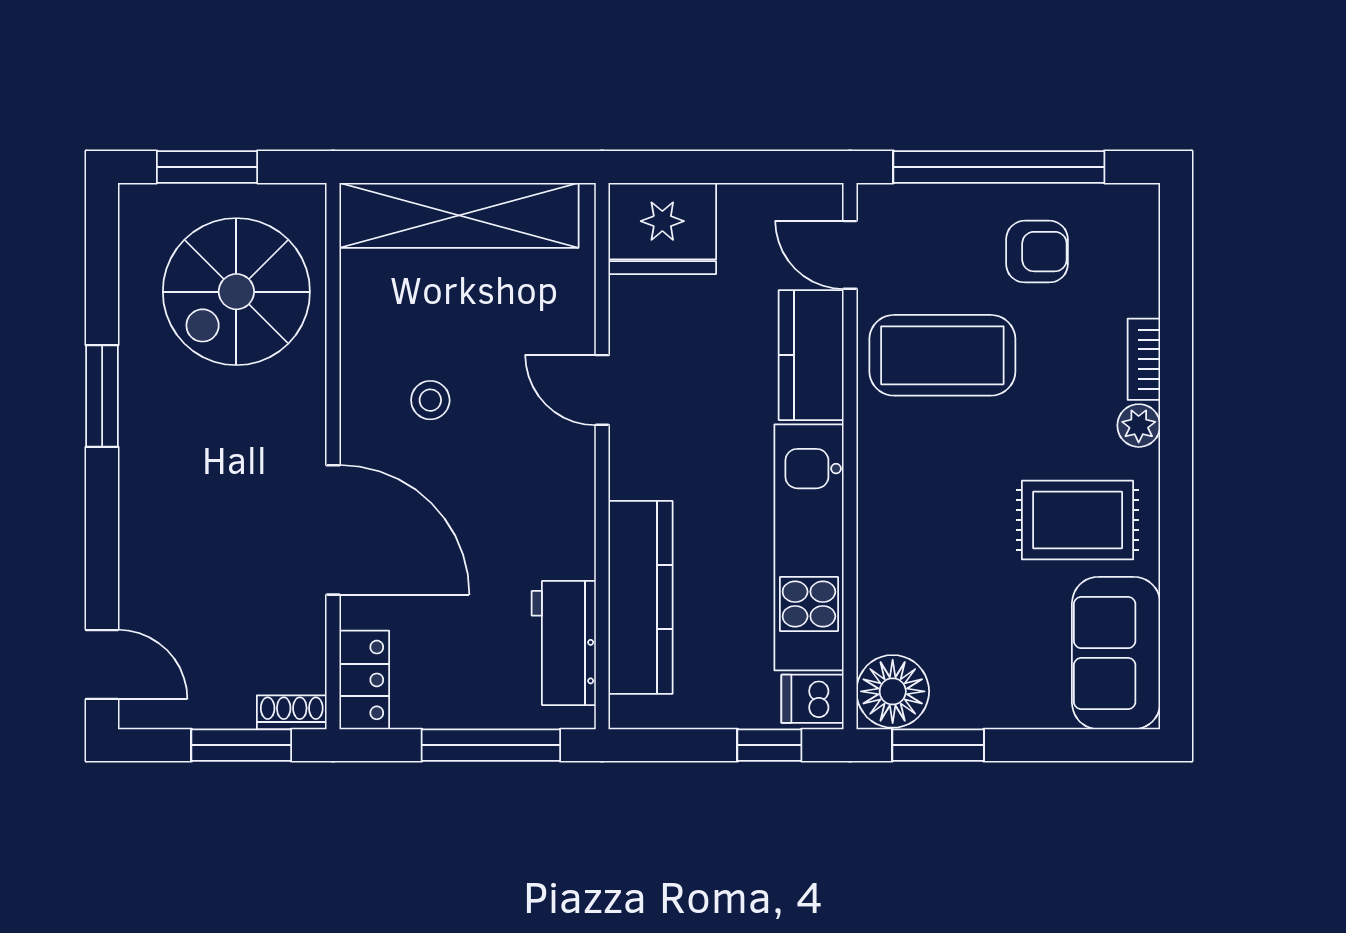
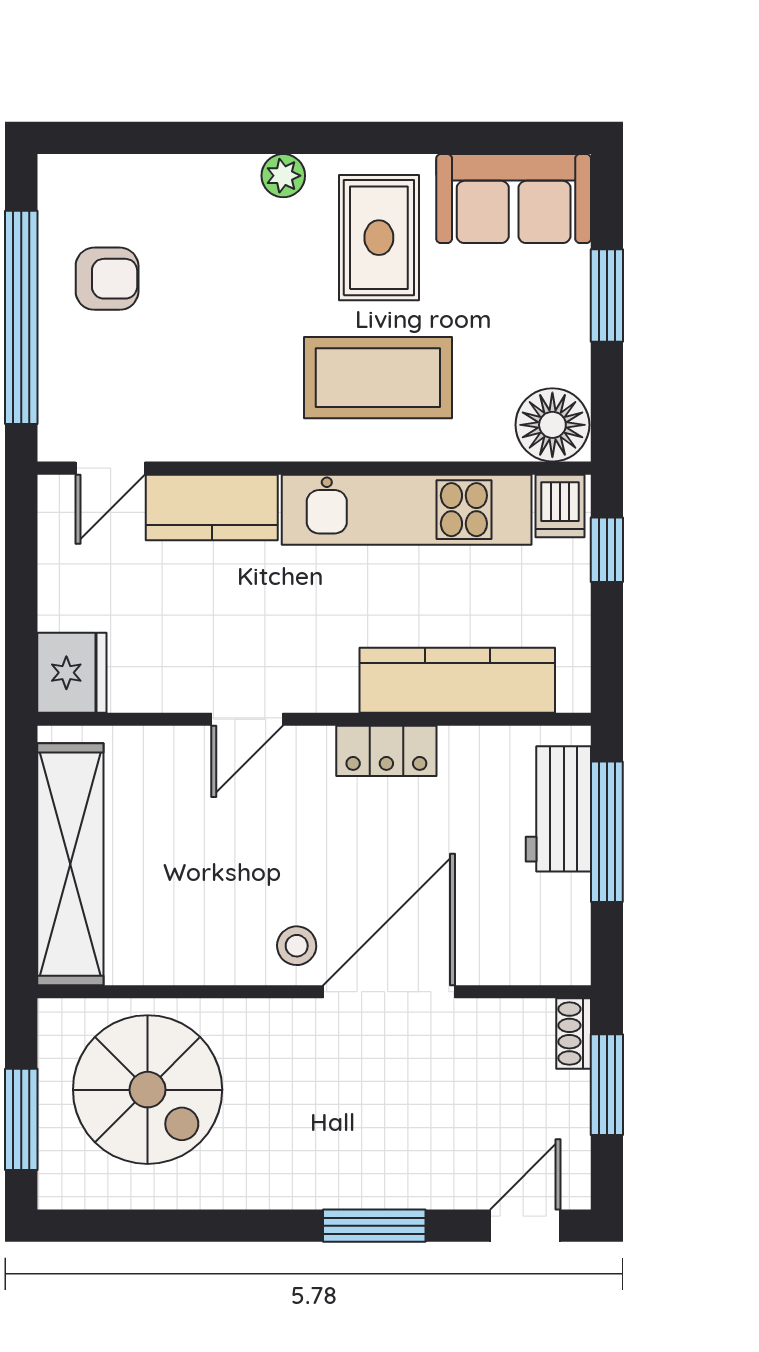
fridge: (662, 228) -> (72, 673), width x0.73, depth x0.75
armchair: (1037, 252) -> (107, 279), turned 90
coffee table: (942, 355) -> (378, 378), moved, turned 90
bookcase: (1144, 359) -> (216, 170), removed
window: (102, 396) -> (374, 1226), moved
stool: (430, 400) -> (297, 946), moved
workbench: (564, 643) -> (558, 809), moved, turned 90
locker: (364, 680) -> (386, 751), moved, turned 180
window: (938, 745) -> (607, 295), moved

